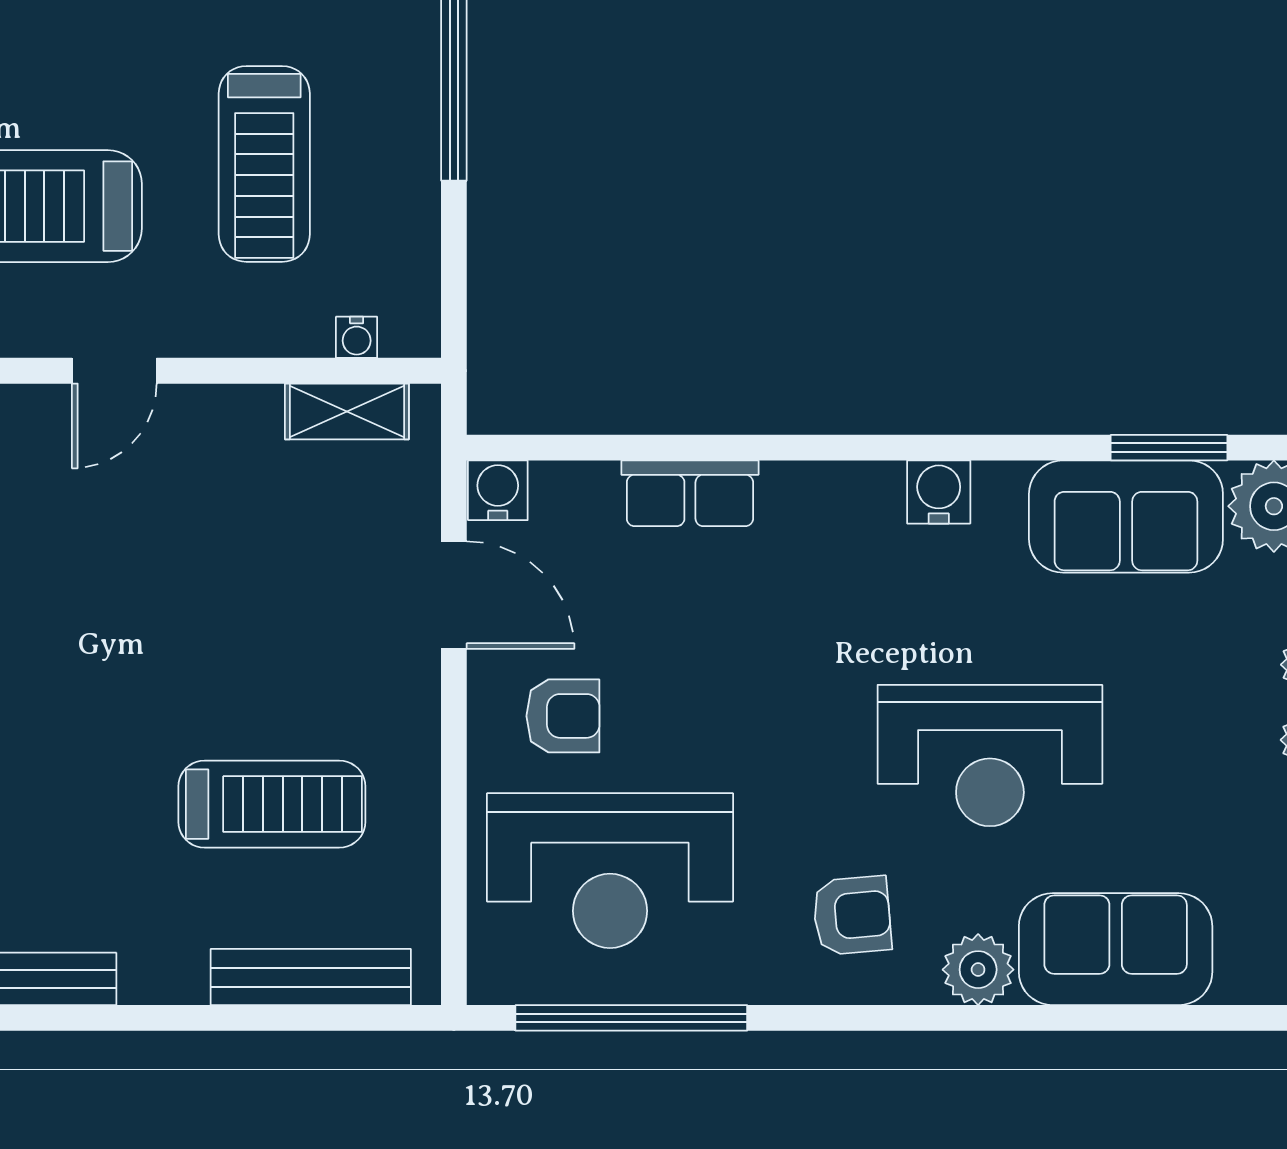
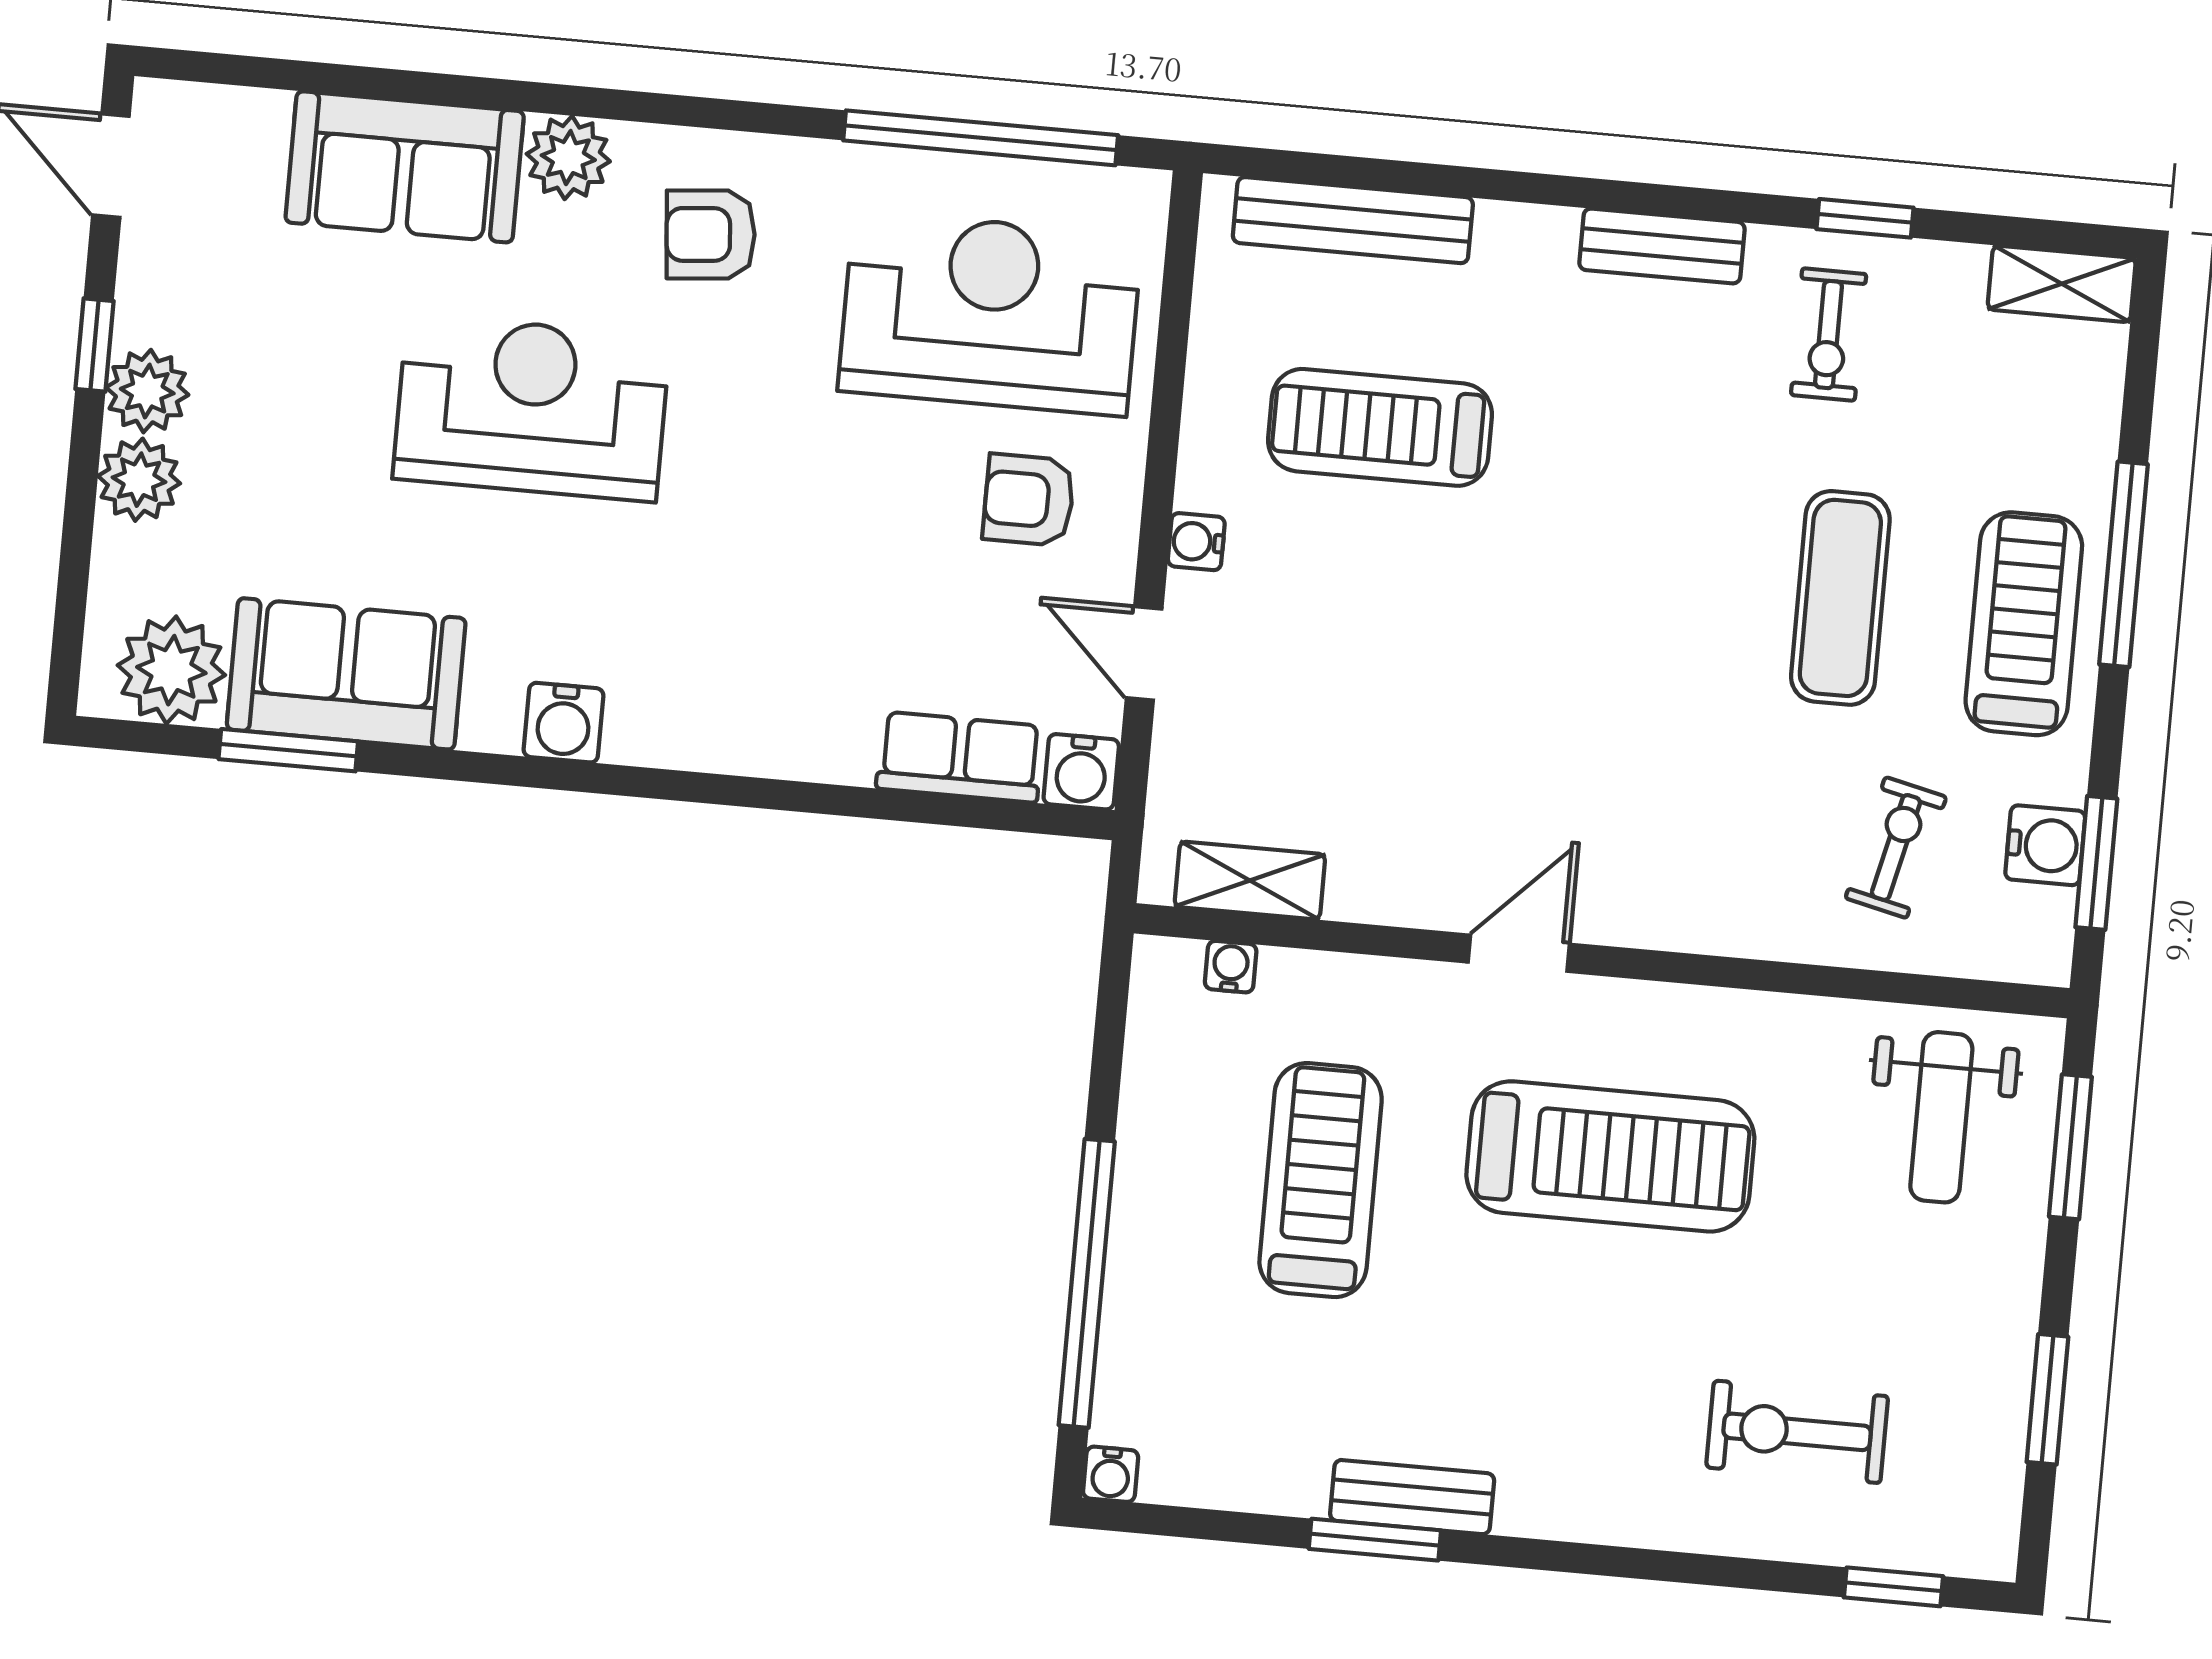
row of seats: (690, 493) -> (960, 757), moved
door: (454, 595) -> (1144, 653), width x0.73
water cooler: (418, 694) -> (1196, 542), added

